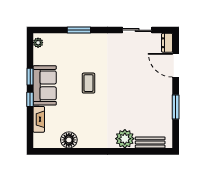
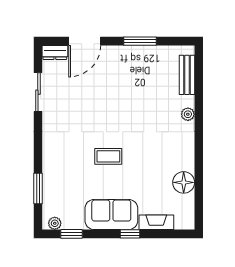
window: (79, 30) -> (38, 188), moved
window: (30, 77) -> (71, 234), moved
plant: (125, 139) -> (188, 114), width x0.53, depth x0.53

